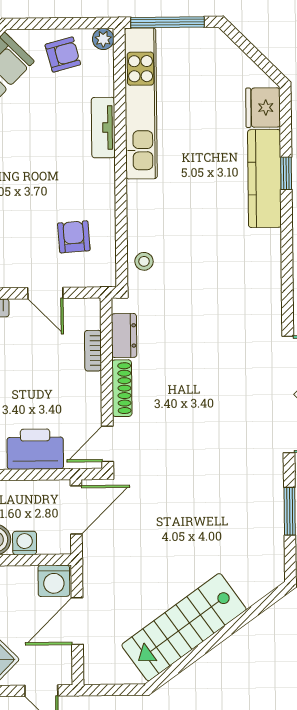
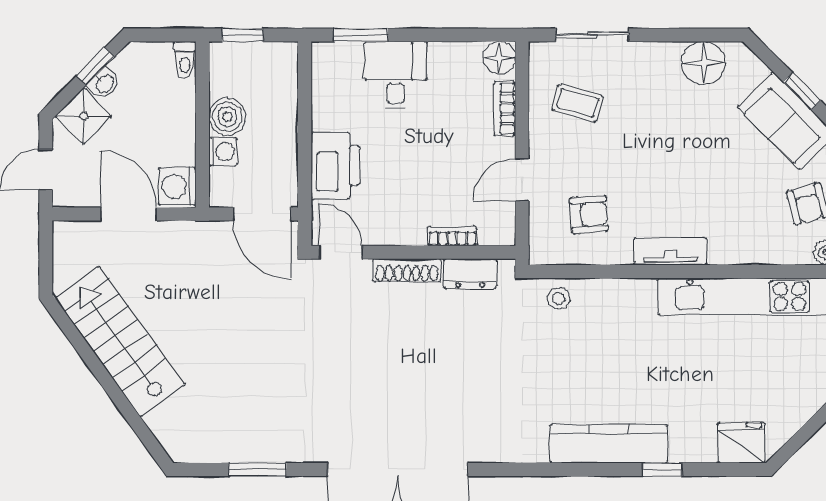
tv unit: (103, 128) -> (670, 251), moved
kitchen counter: (264, 179) -> (609, 444), moved

